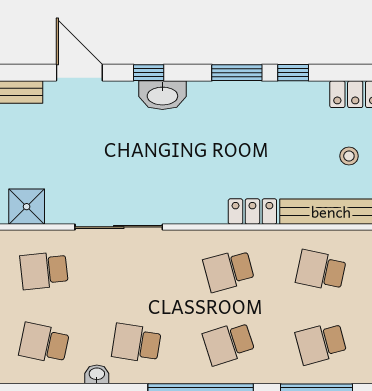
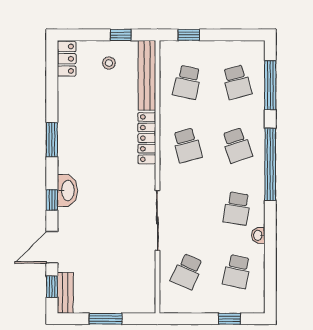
window: (293, 73) -> (52, 287), moved
shower: (27, 207) -> (144, 283), removed
locker: (252, 211) -> (147, 138), width x1.53
school desk: (44, 270) -> (187, 271), turned 30

